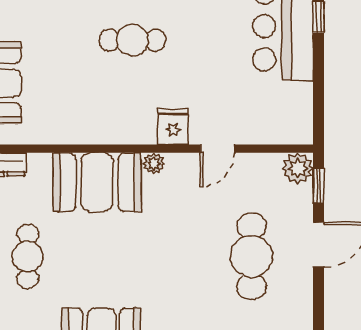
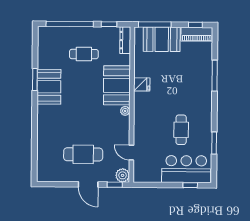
cafe table: (132, 40) -> (181, 130), moved
fridge: (173, 127) -> (142, 84), moved
door: (218, 149) -> (131, 153), moved

